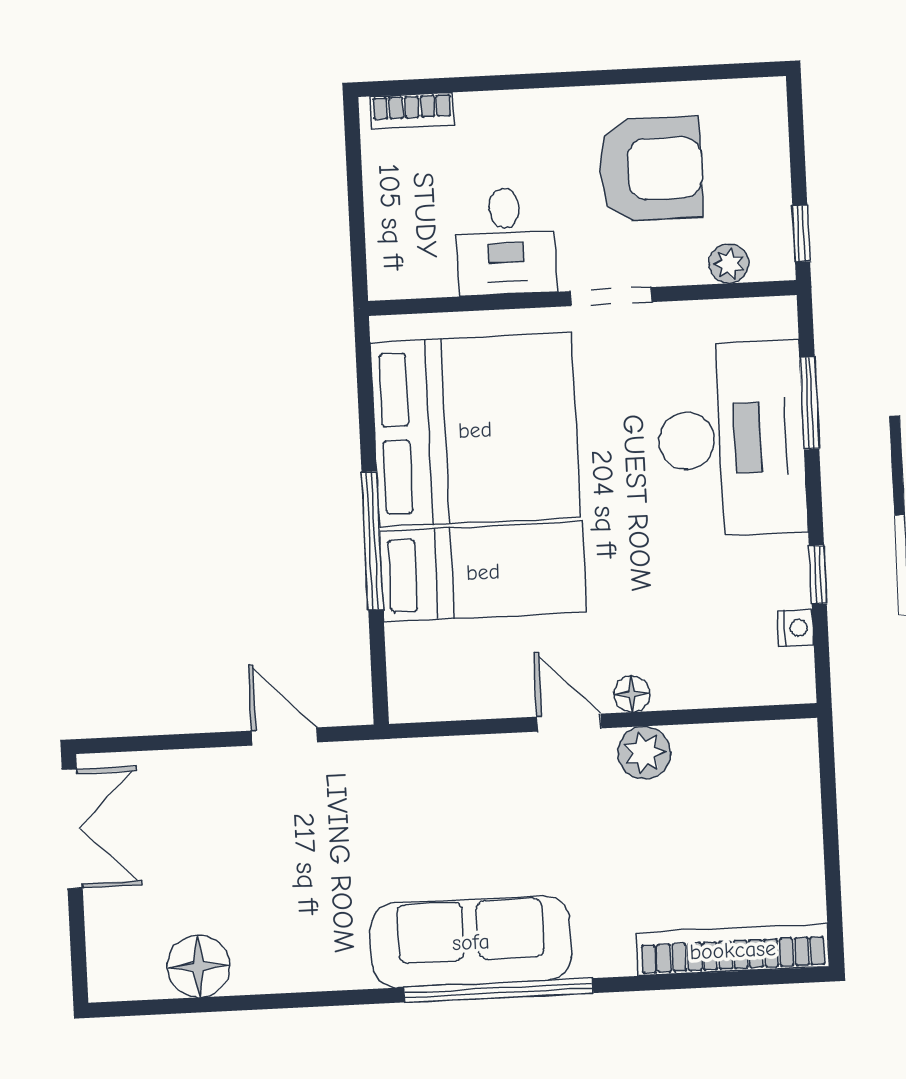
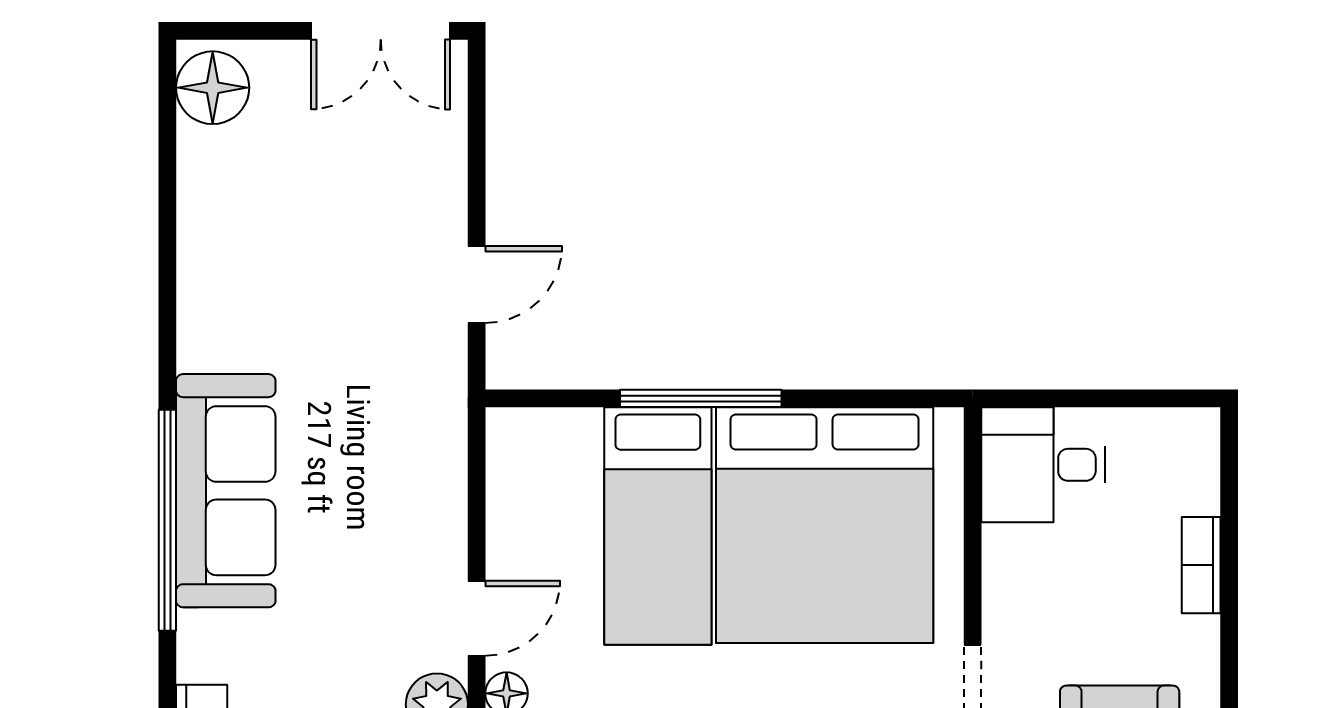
bookcase: (412, 111) -> (1201, 565), moved
desk: (505, 241) -> (1043, 465), moved
floor lamp: (198, 966) -> (213, 88), moved

